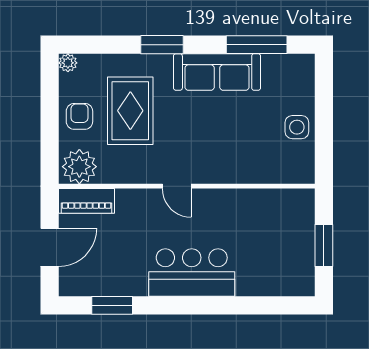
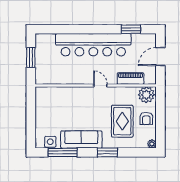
side table: (297, 127) -> (50, 142), moved
piano: (87, 201) -> (131, 79), moved
bar counter: (192, 272) -> (93, 45), width x1.86

